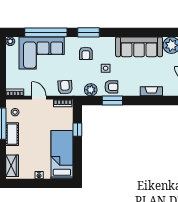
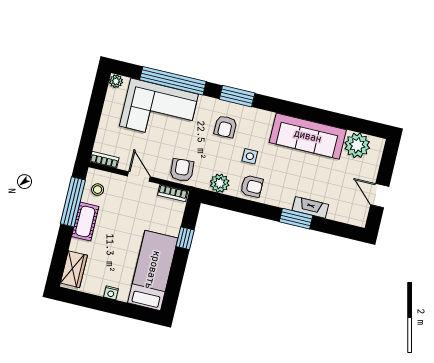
window: (112, 101) -> (296, 219), moved

